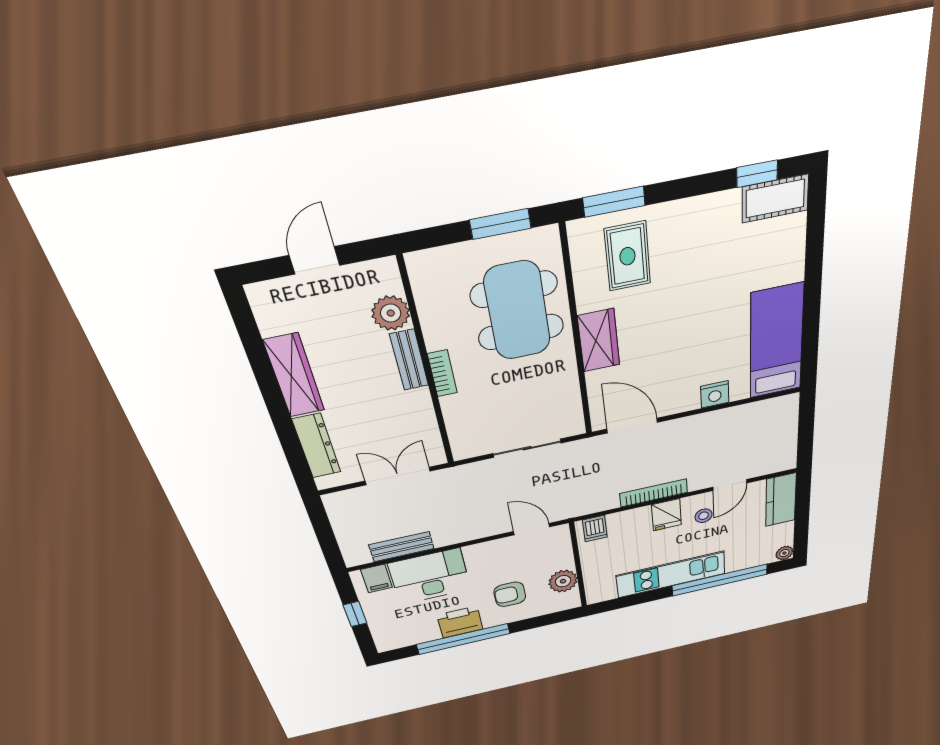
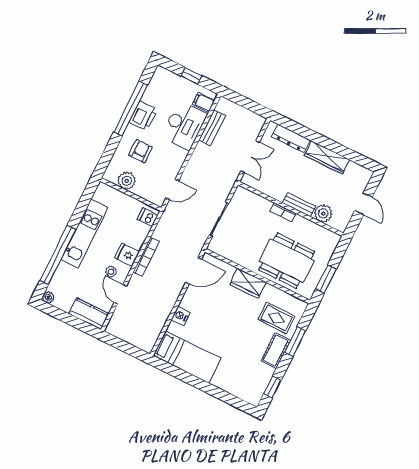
cot: (775, 199) -> (276, 351), moved
window: (614, 202) -> (295, 341), moved

